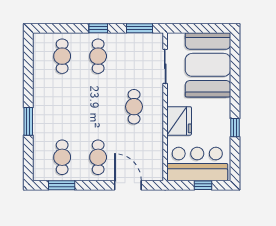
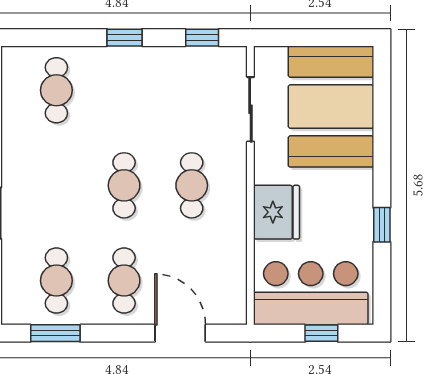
window: (140, 28) -> (202, 38), width x0.67
cafe table: (98, 56) -> (124, 185), moved

